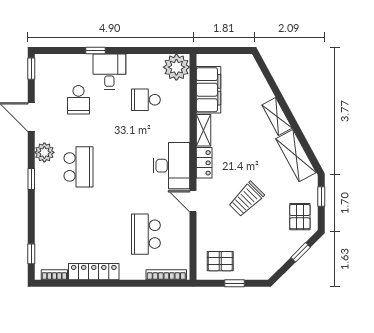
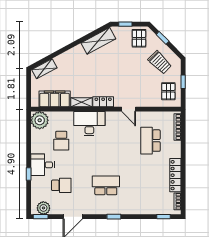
shelving: (277, 116) -> (44, 69), moved
plant: (44, 152) -> (43, 208), moved
desk: (171, 166) -> (89, 124), moved
trolley: (246, 199) -> (160, 62), moved
door: (193, 201) -> (129, 109), hinge flipped
pallet: (300, 217) -> (139, 38), turned 90
school desk: (146, 234) -> (150, 141), turned 90

